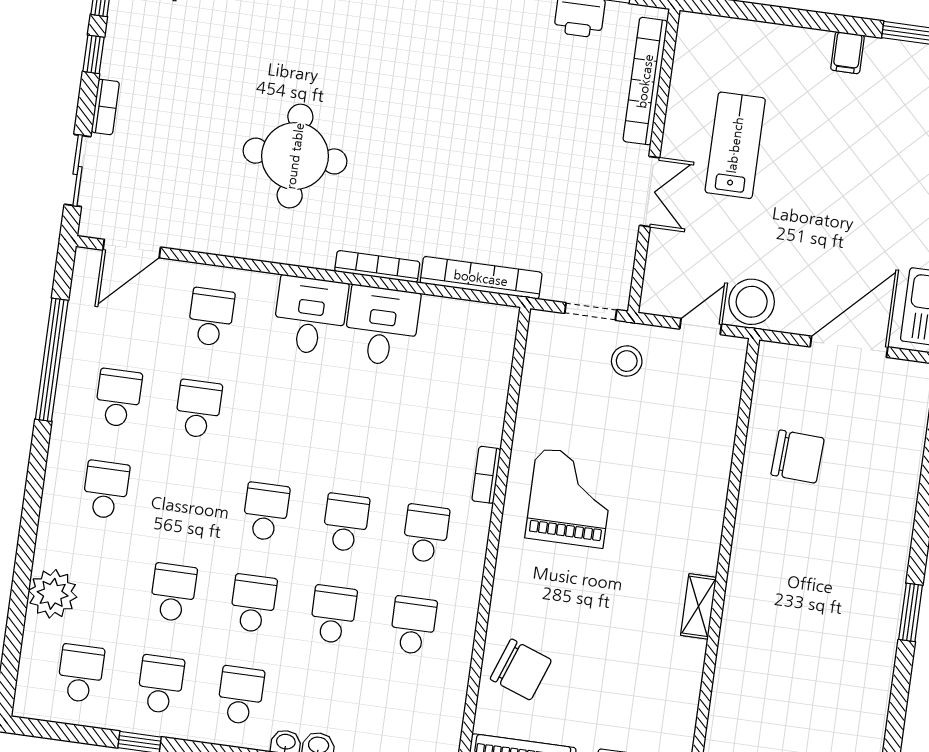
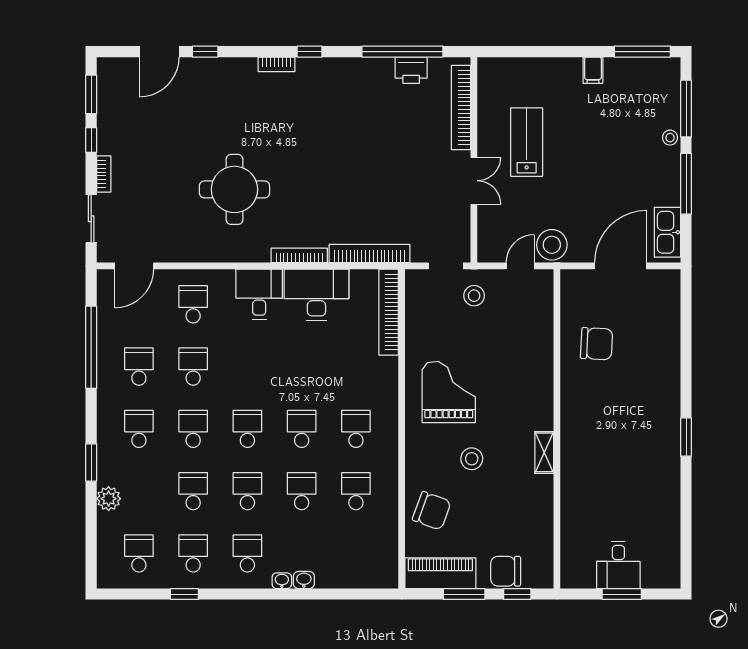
desk: (382, 326) -> (316, 295), width x1.37
bookcase: (486, 475) -> (389, 312), moved, width x2.31, depth x1.31
school desk: (186, 501) -> (193, 429), added
window: (28, 529) -> (91, 462), added
plant: (53, 594) -> (109, 499), width x0.73, depth x0.73
stool: (590, 601) -> (472, 459), added

